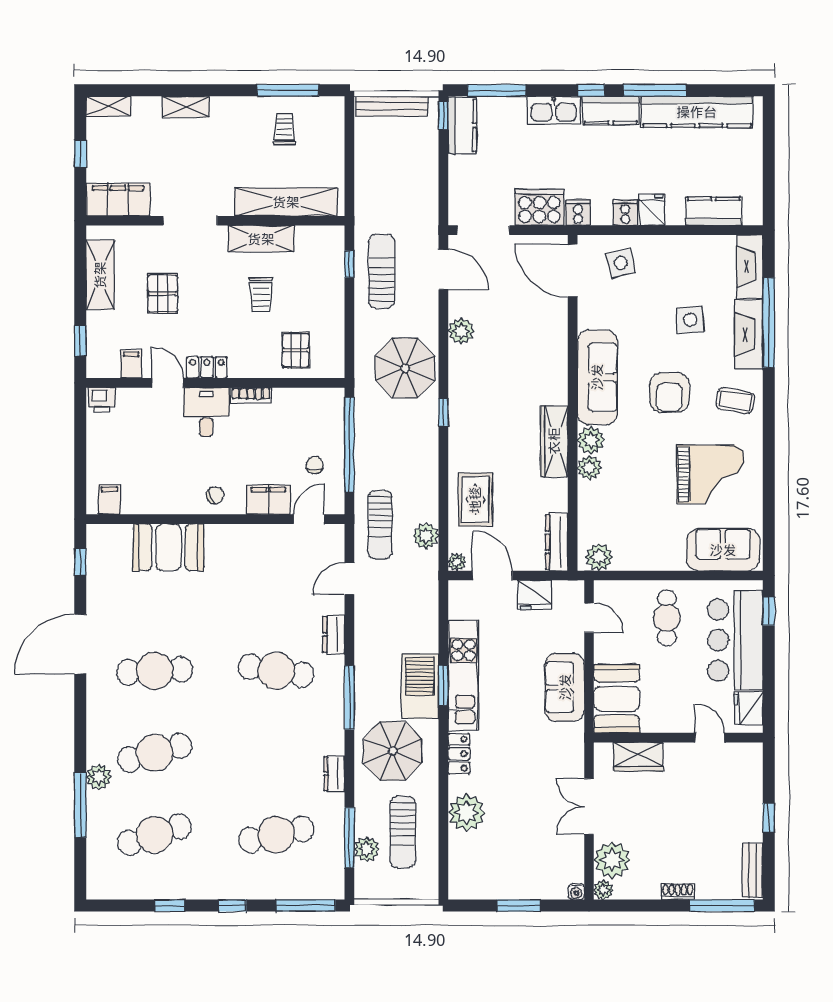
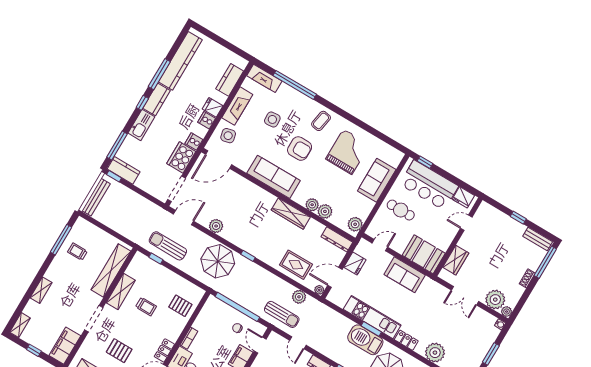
fireplace: (749, 335) -> (237, 106), moved, turned -90
plant: (591, 440) -> (325, 211), moved
sofa: (723, 550) -> (377, 180), moved

